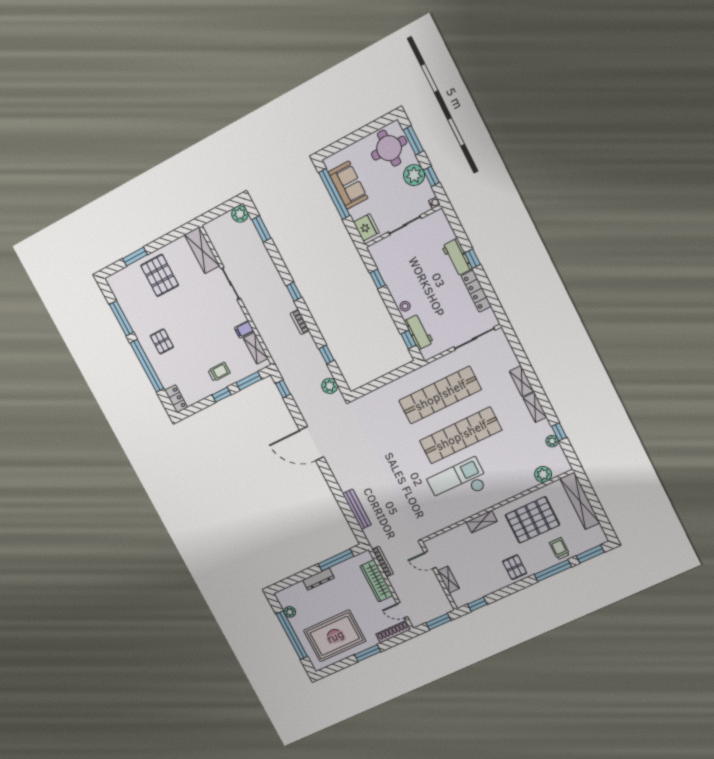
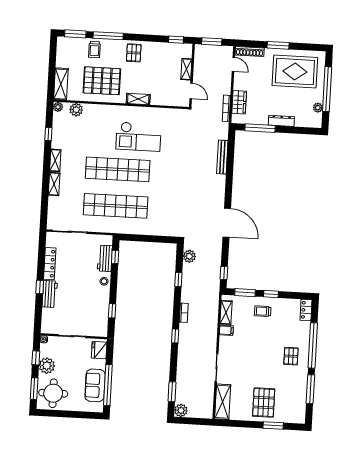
plant: (552, 441) -> (58, 107), moved
shelving: (580, 501) -> (61, 84), width x0.68
wardrobe: (376, 581) -> (239, 102), width x0.67

